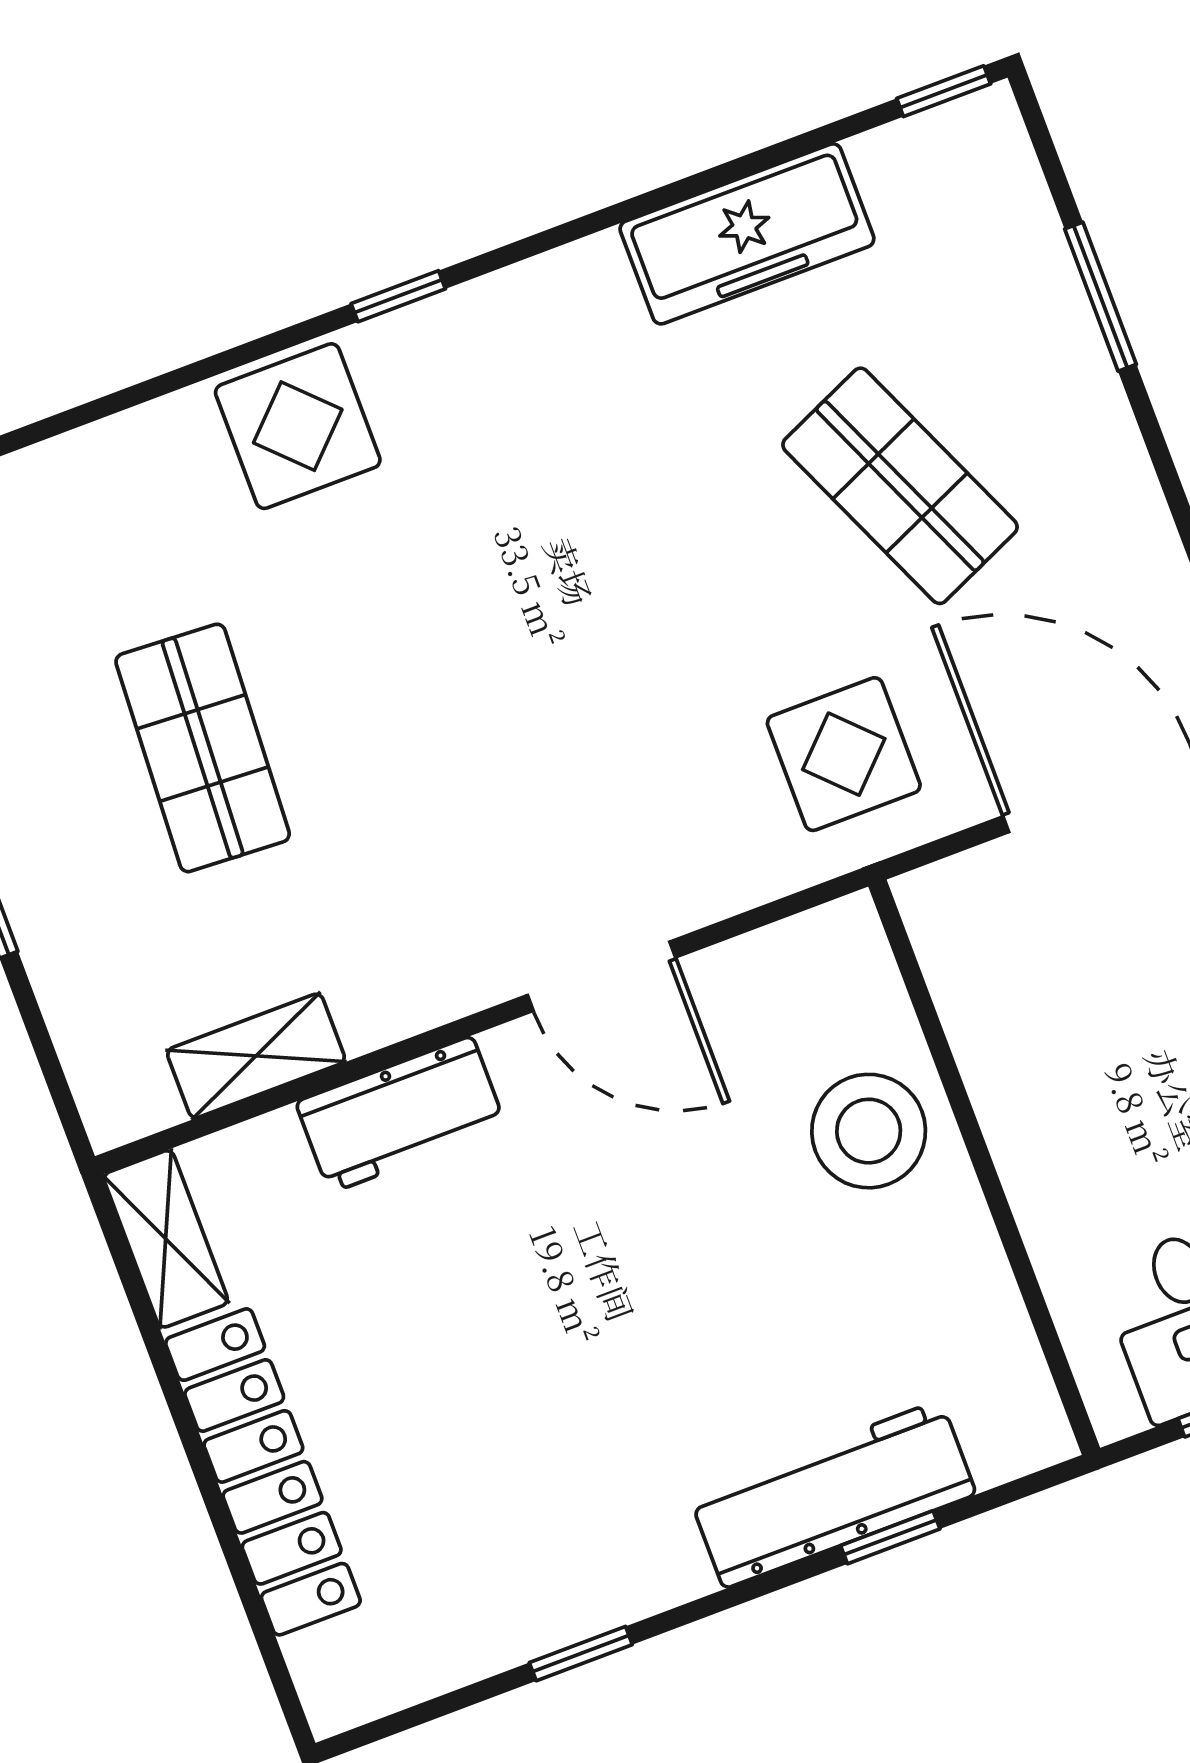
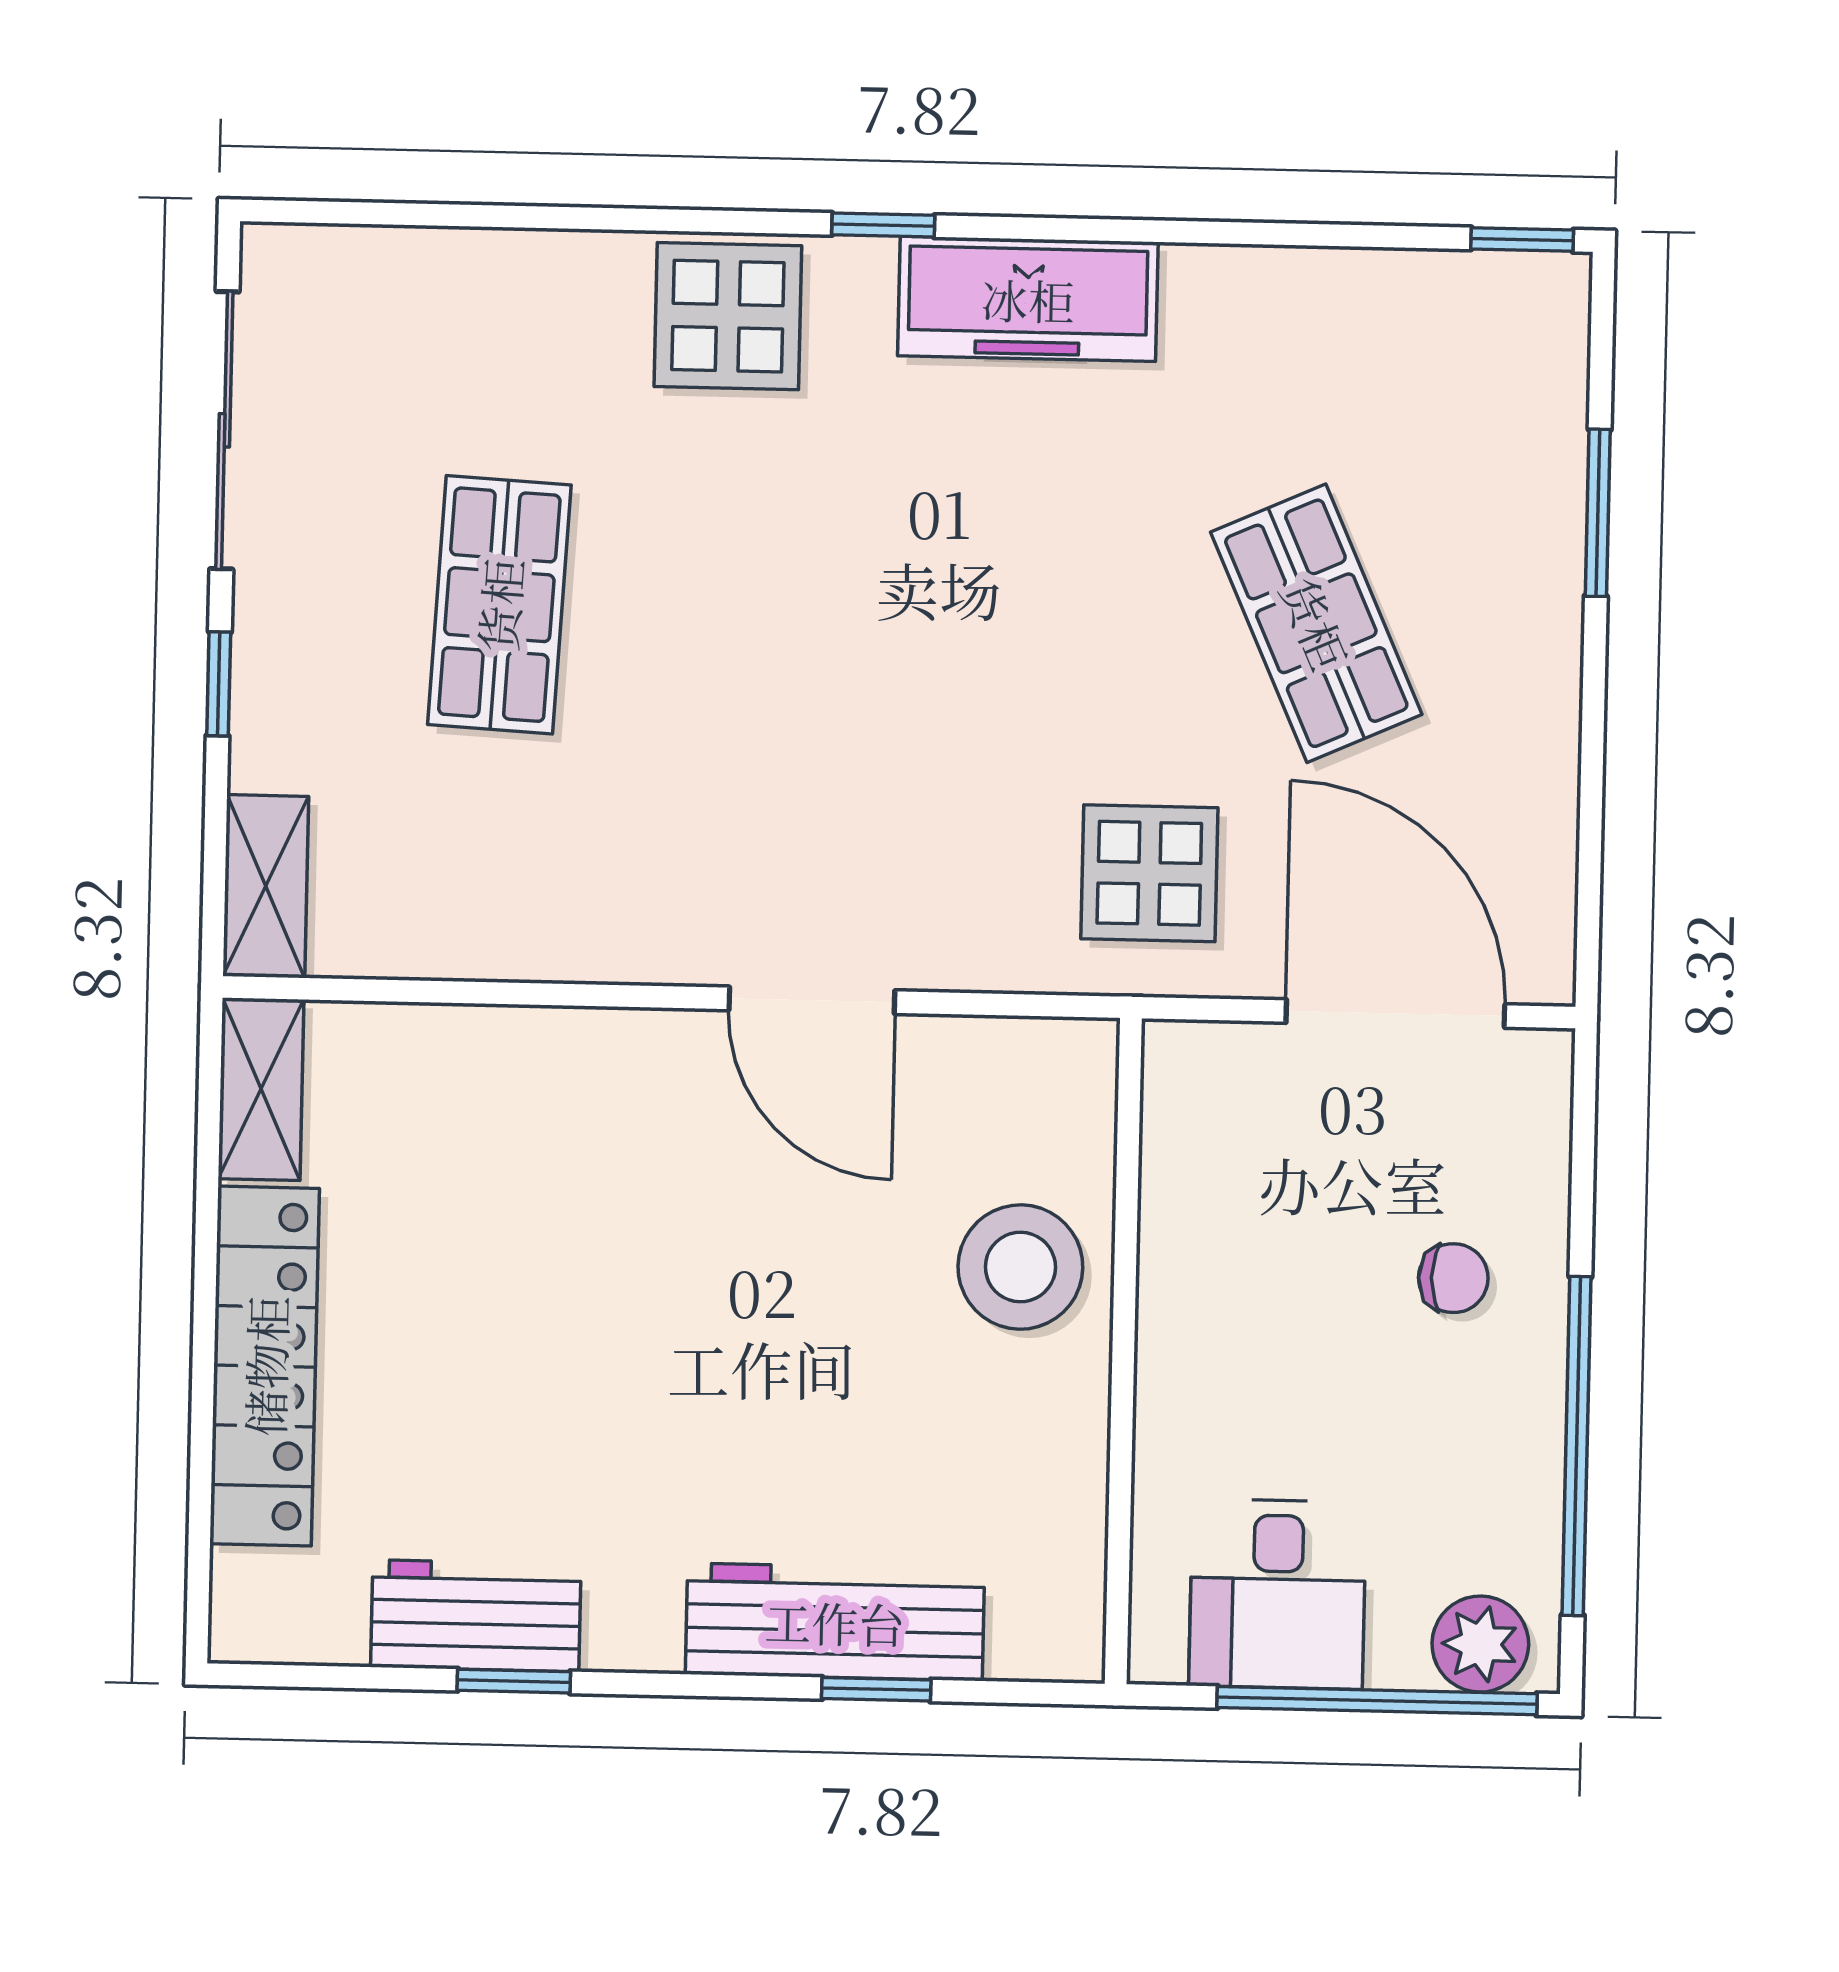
freezer: (747, 234) -> (1028, 299), moved
shelving: (256, 1056) -> (266, 886), moved, turned 90
workbench: (401, 1114) -> (476, 1616), moved, turned 180

